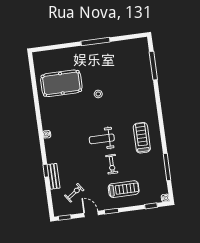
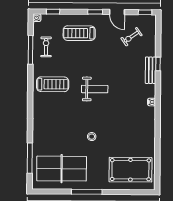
table tennis table: (122, 60) -> (62, 169), added
pool table: (61, 83) -> (130, 170), moved
treadmill: (142, 138) -> (53, 84), turned -90
exercise bike: (112, 164) -> (46, 47), moved
bench: (54, 176) -> (151, 70), moved

